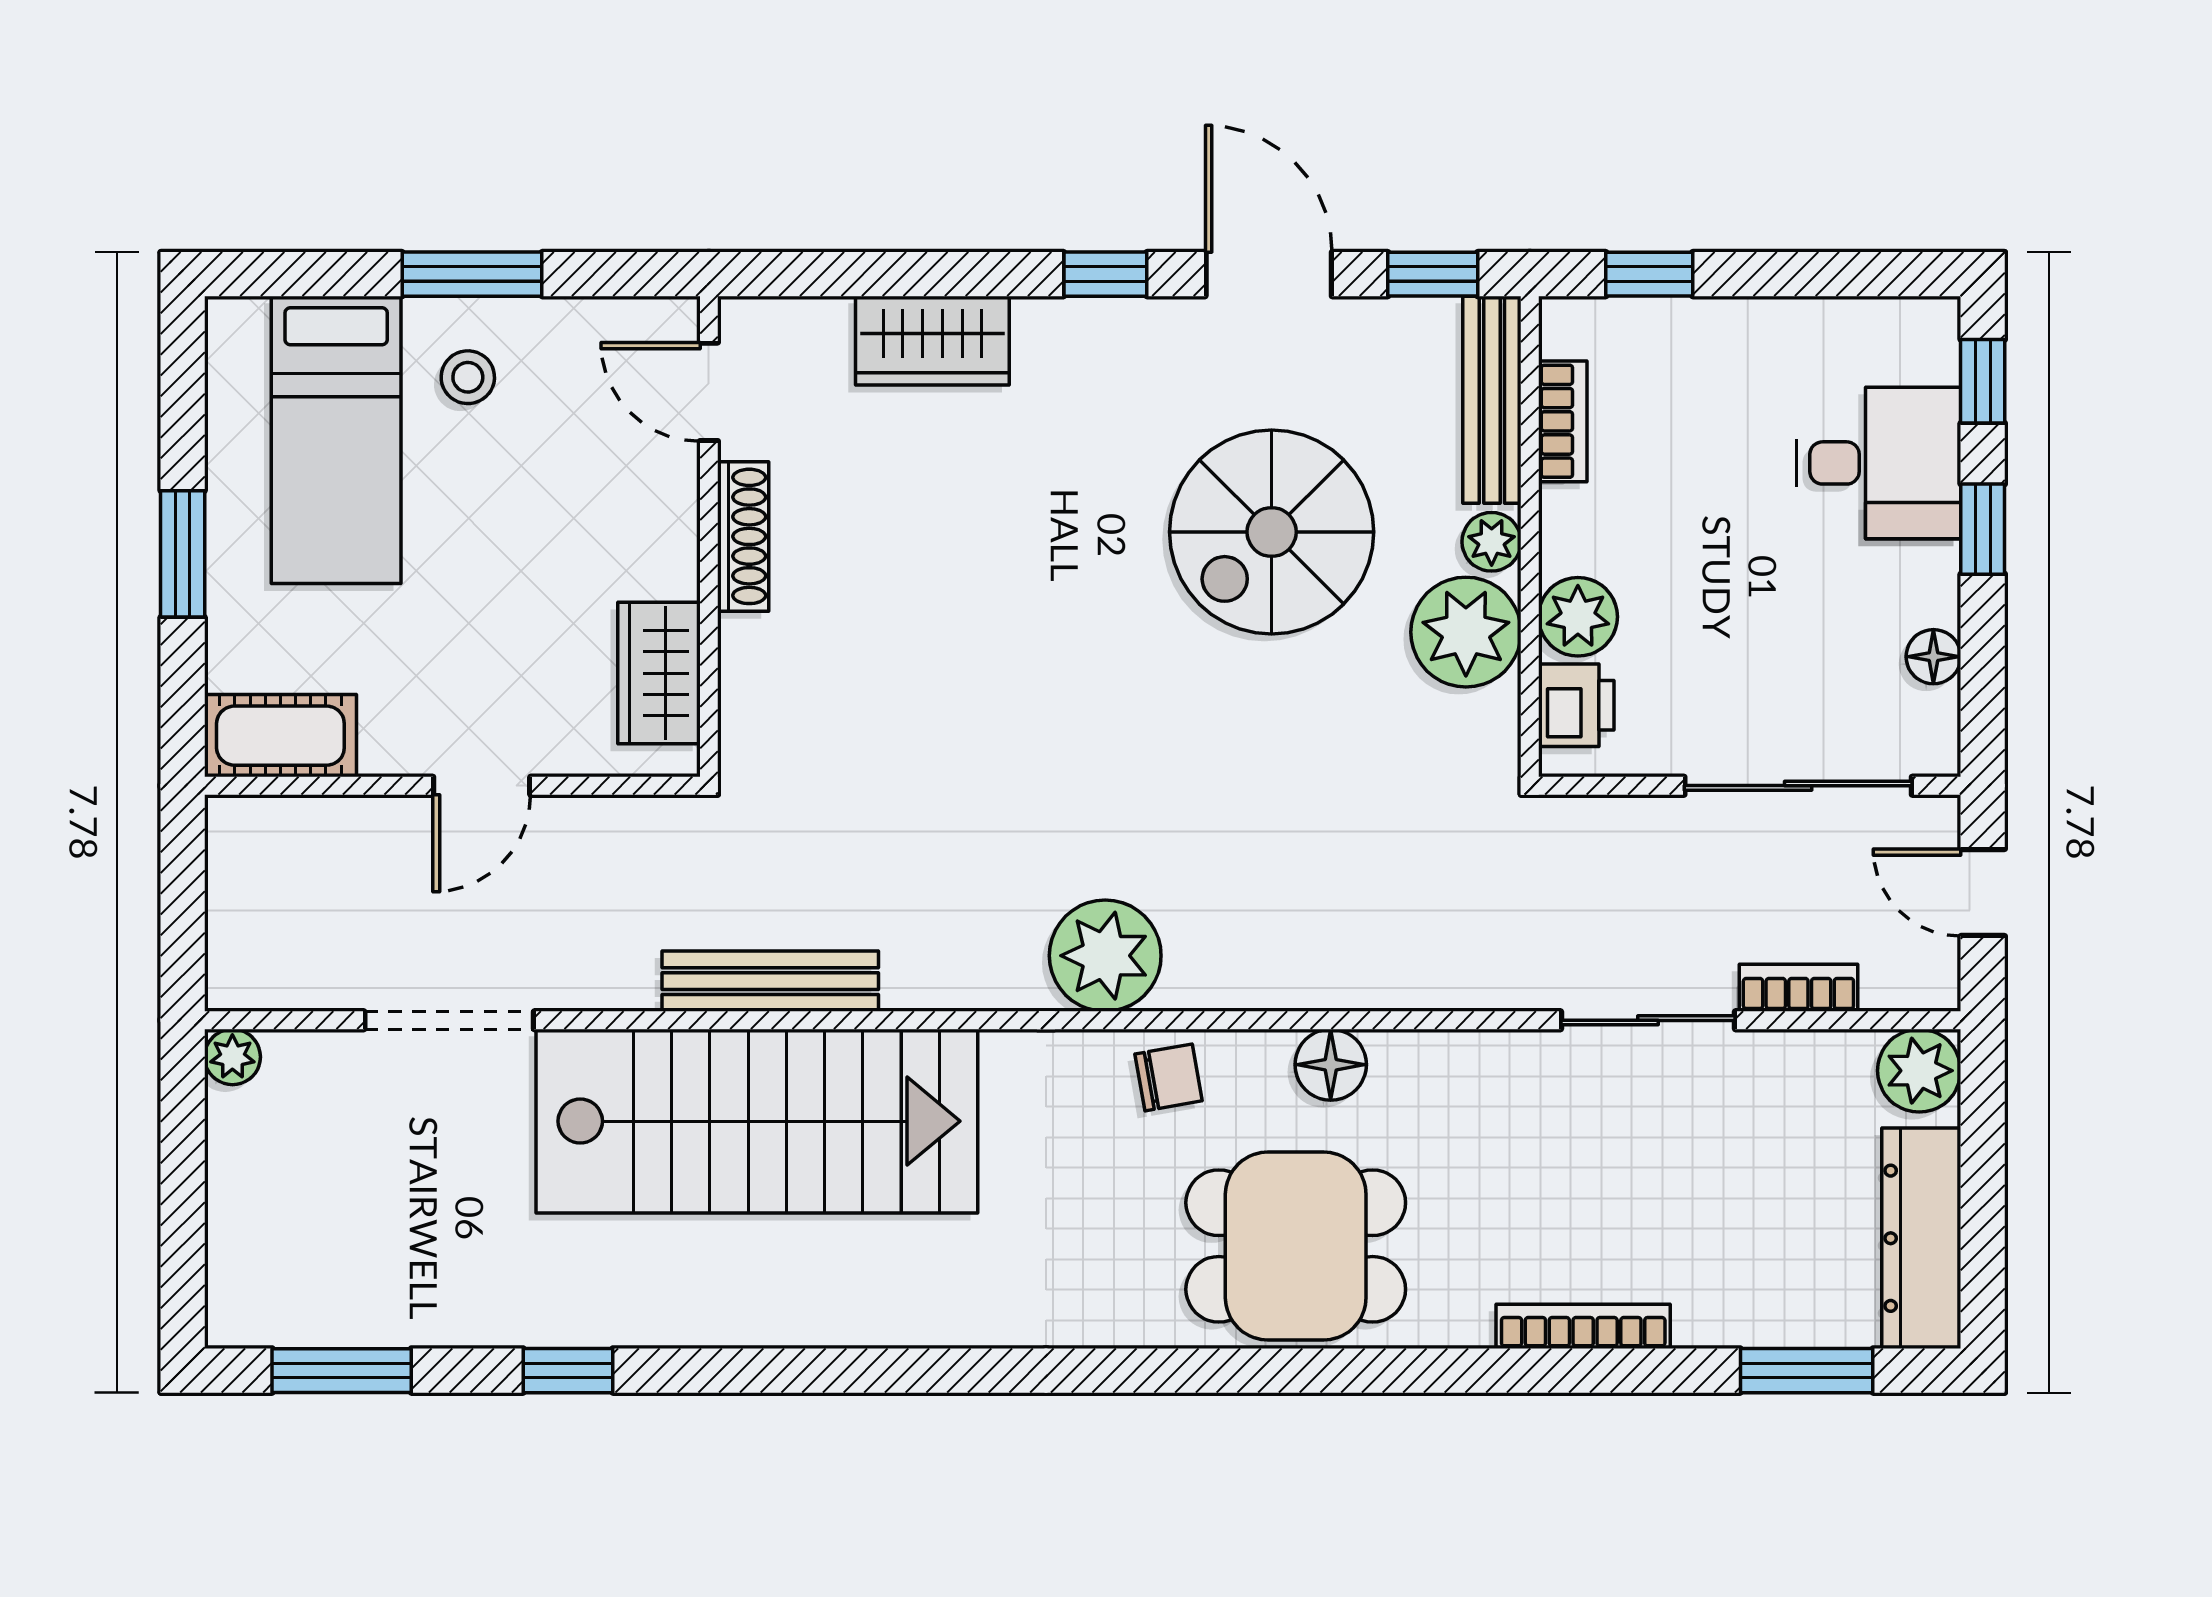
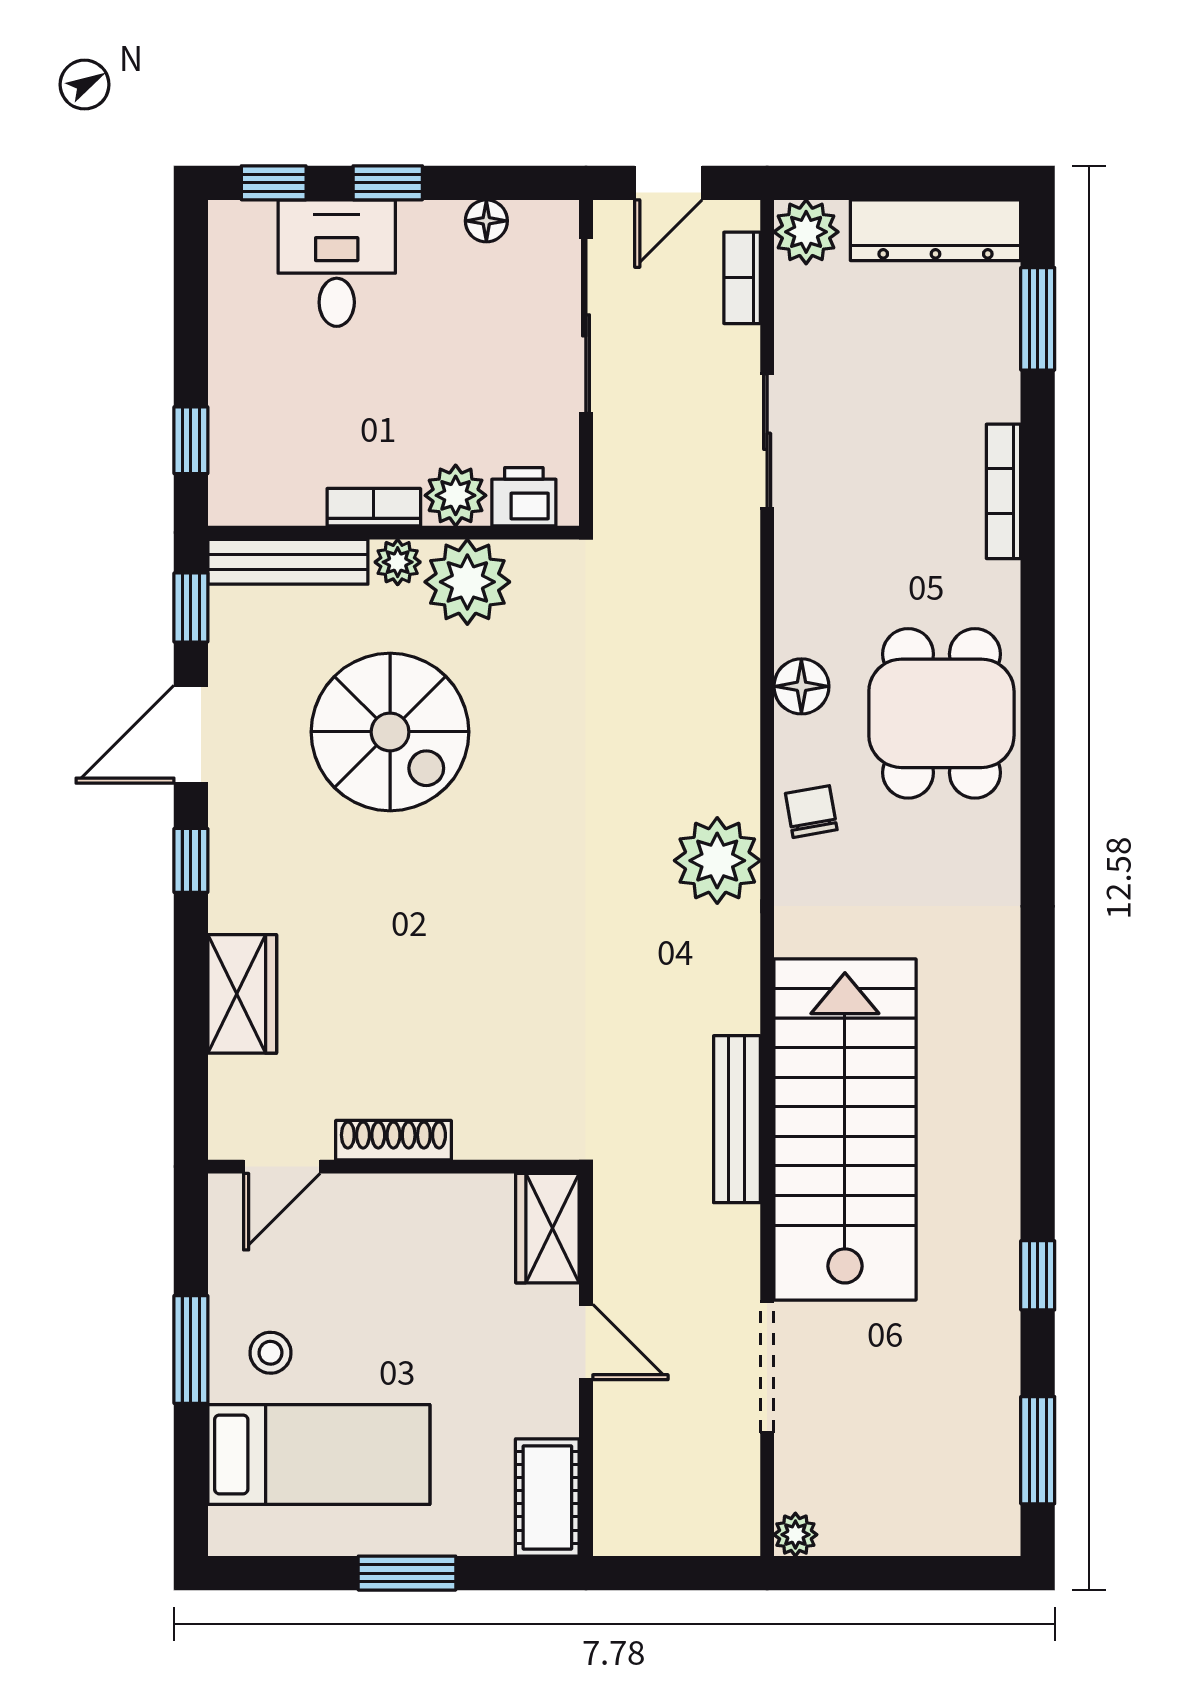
bookcase: (1563, 421) -> (374, 507), moved
wardrobe: (659, 673) -> (547, 1228), moved, turned 90
bookcase: (1798, 988) -> (742, 278), moved

